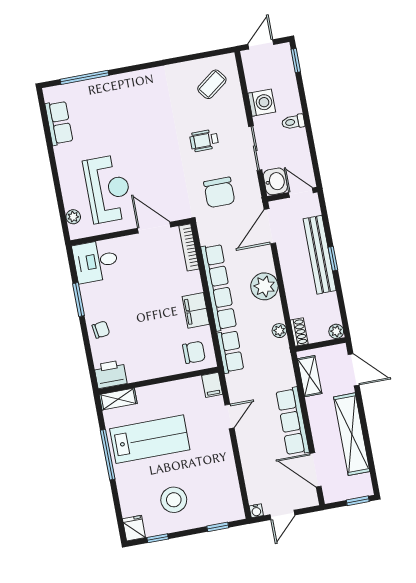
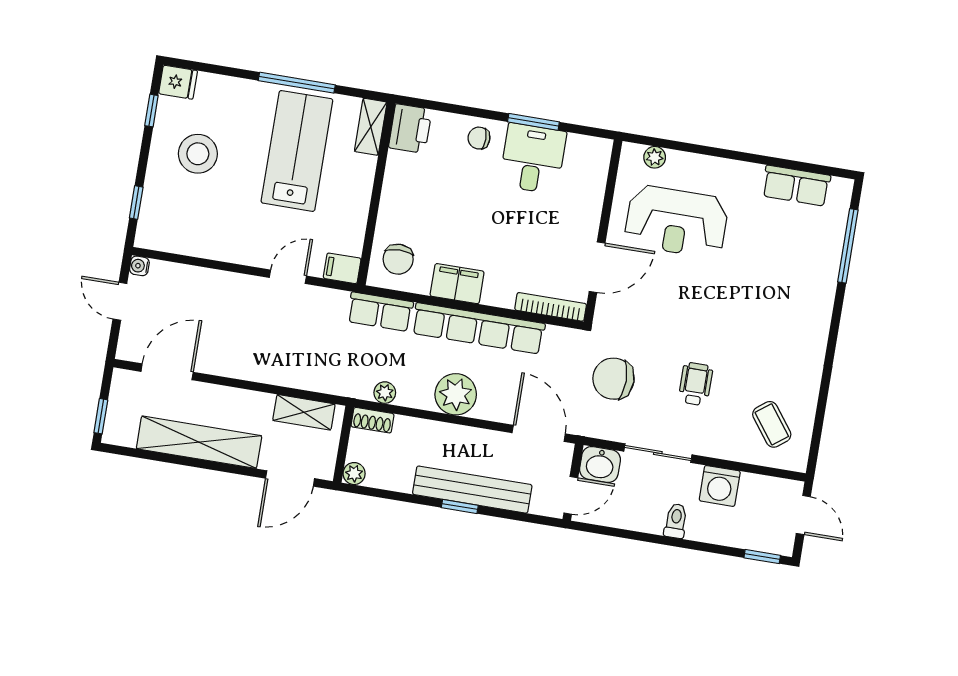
desk: (96, 261) -> (533, 159), moved
chair: (101, 330) -> (479, 138), turned 98
door: (230, 416) -> (288, 277), swing flipped
row of seats: (293, 421) -> (248, 364), removed
lab bench: (150, 439) -> (297, 151), turned 180

